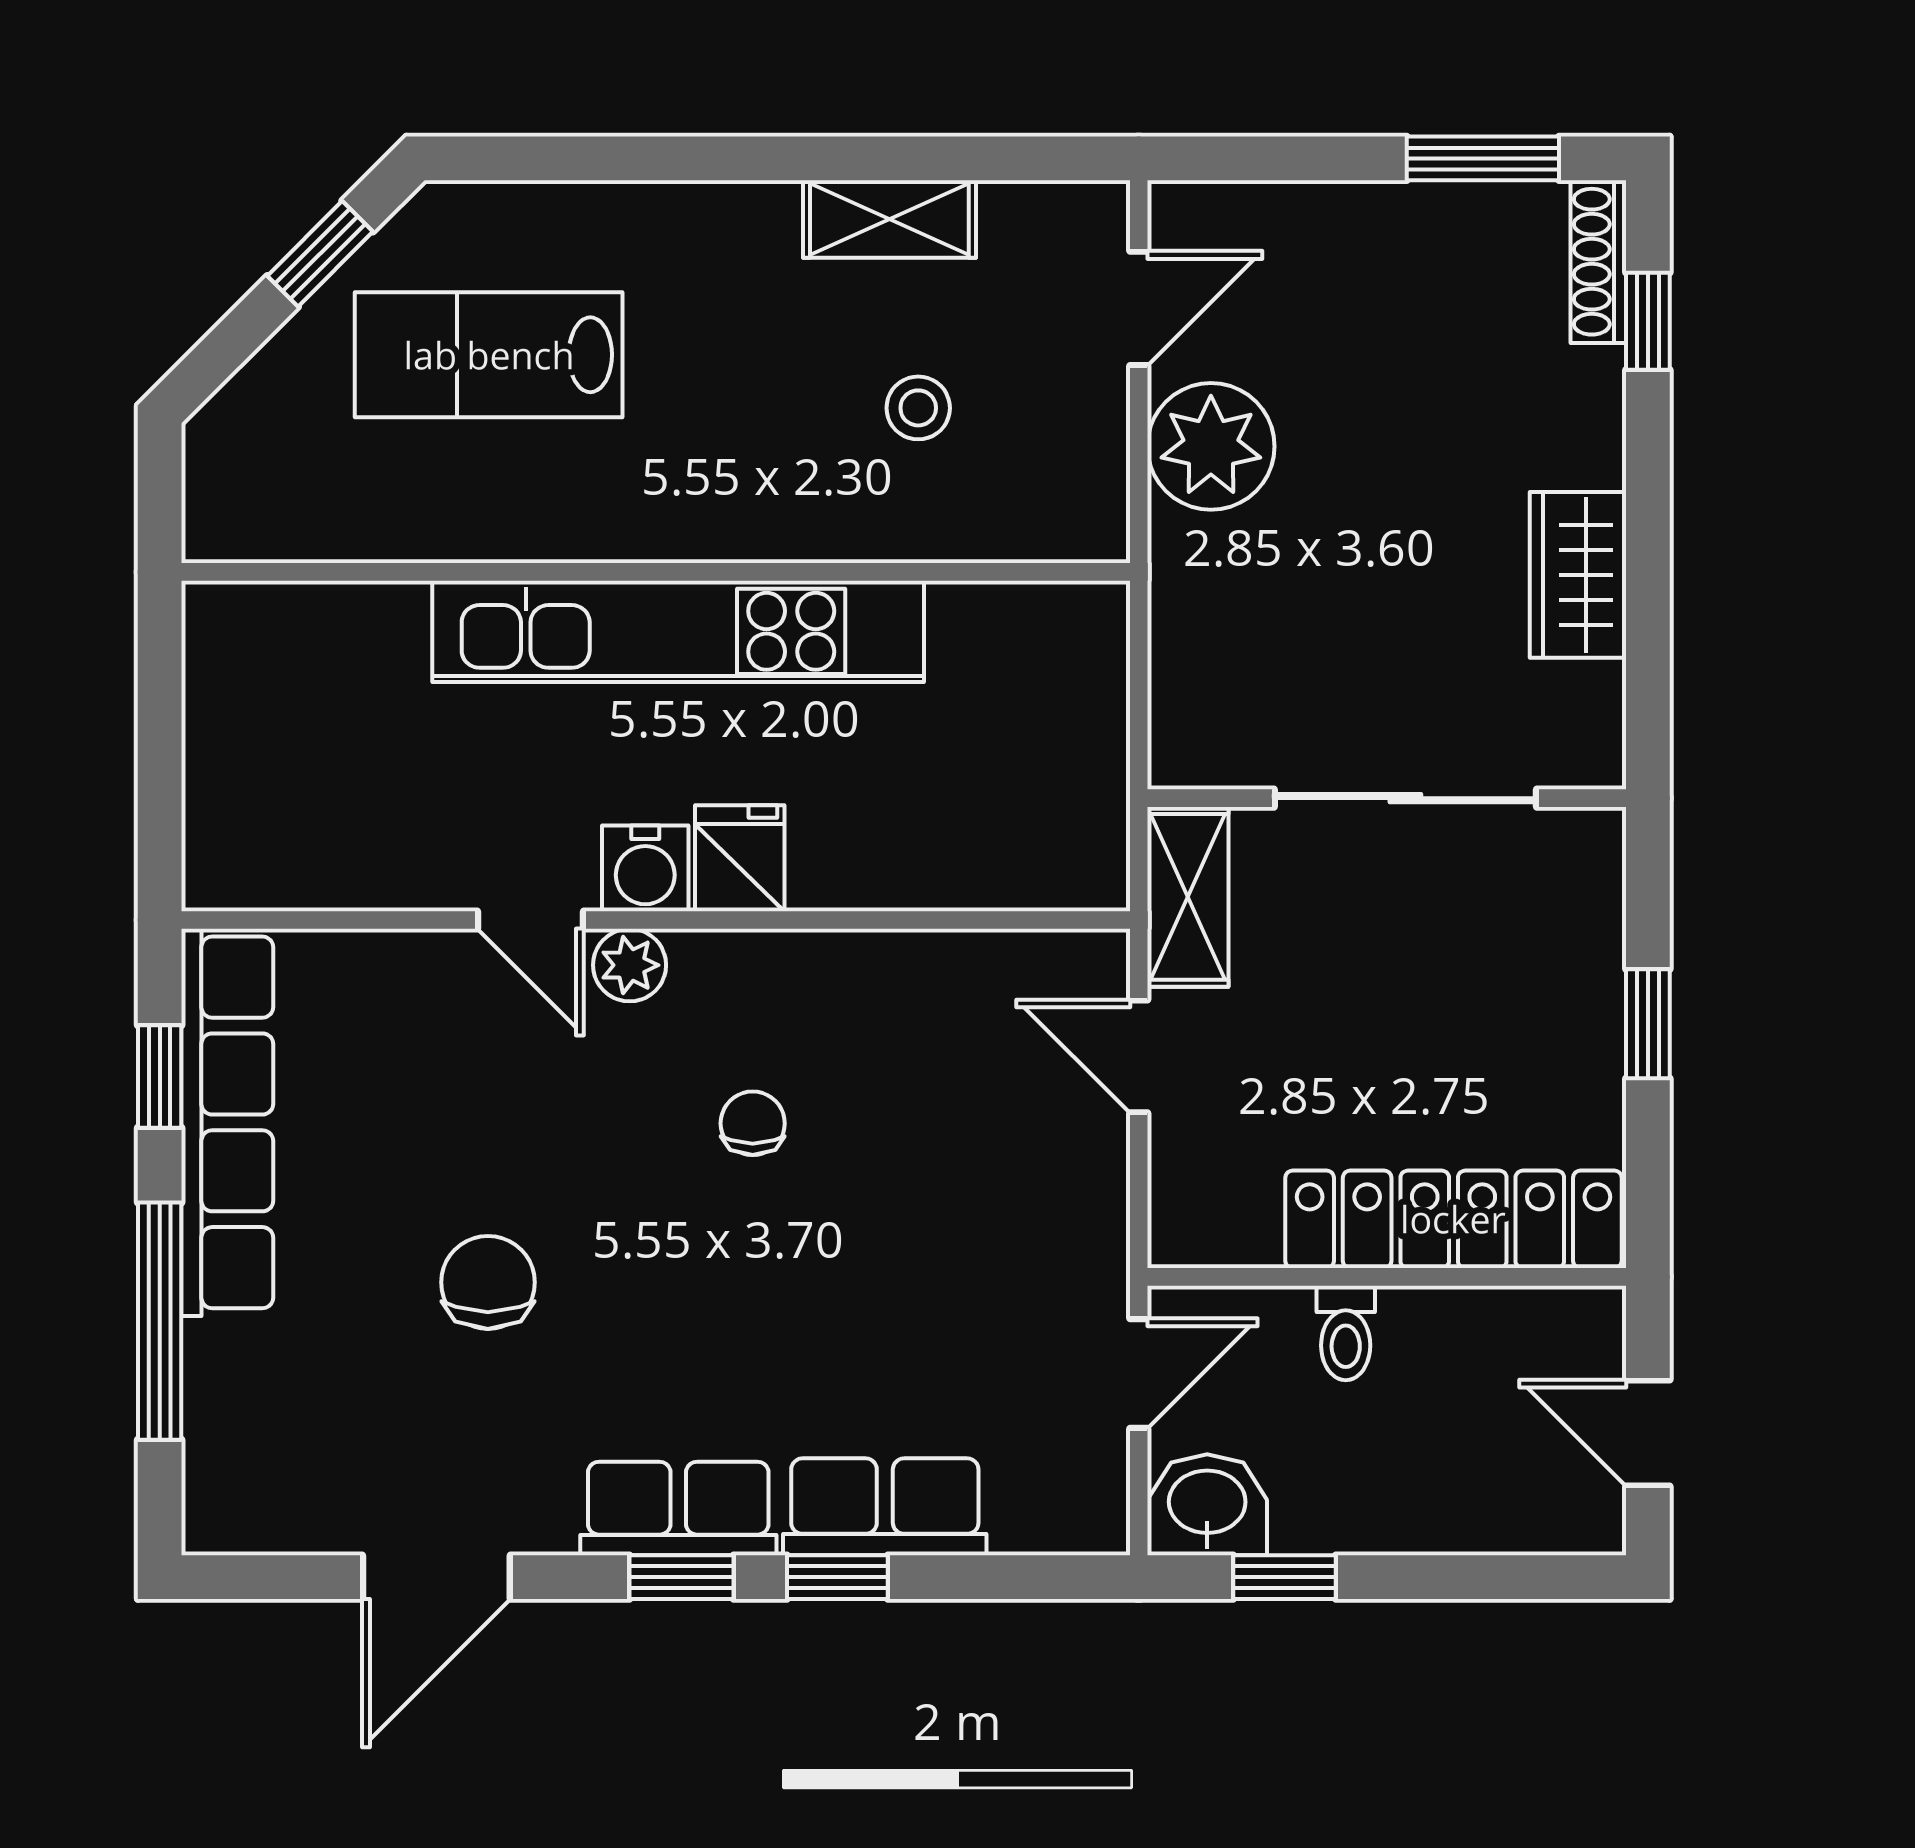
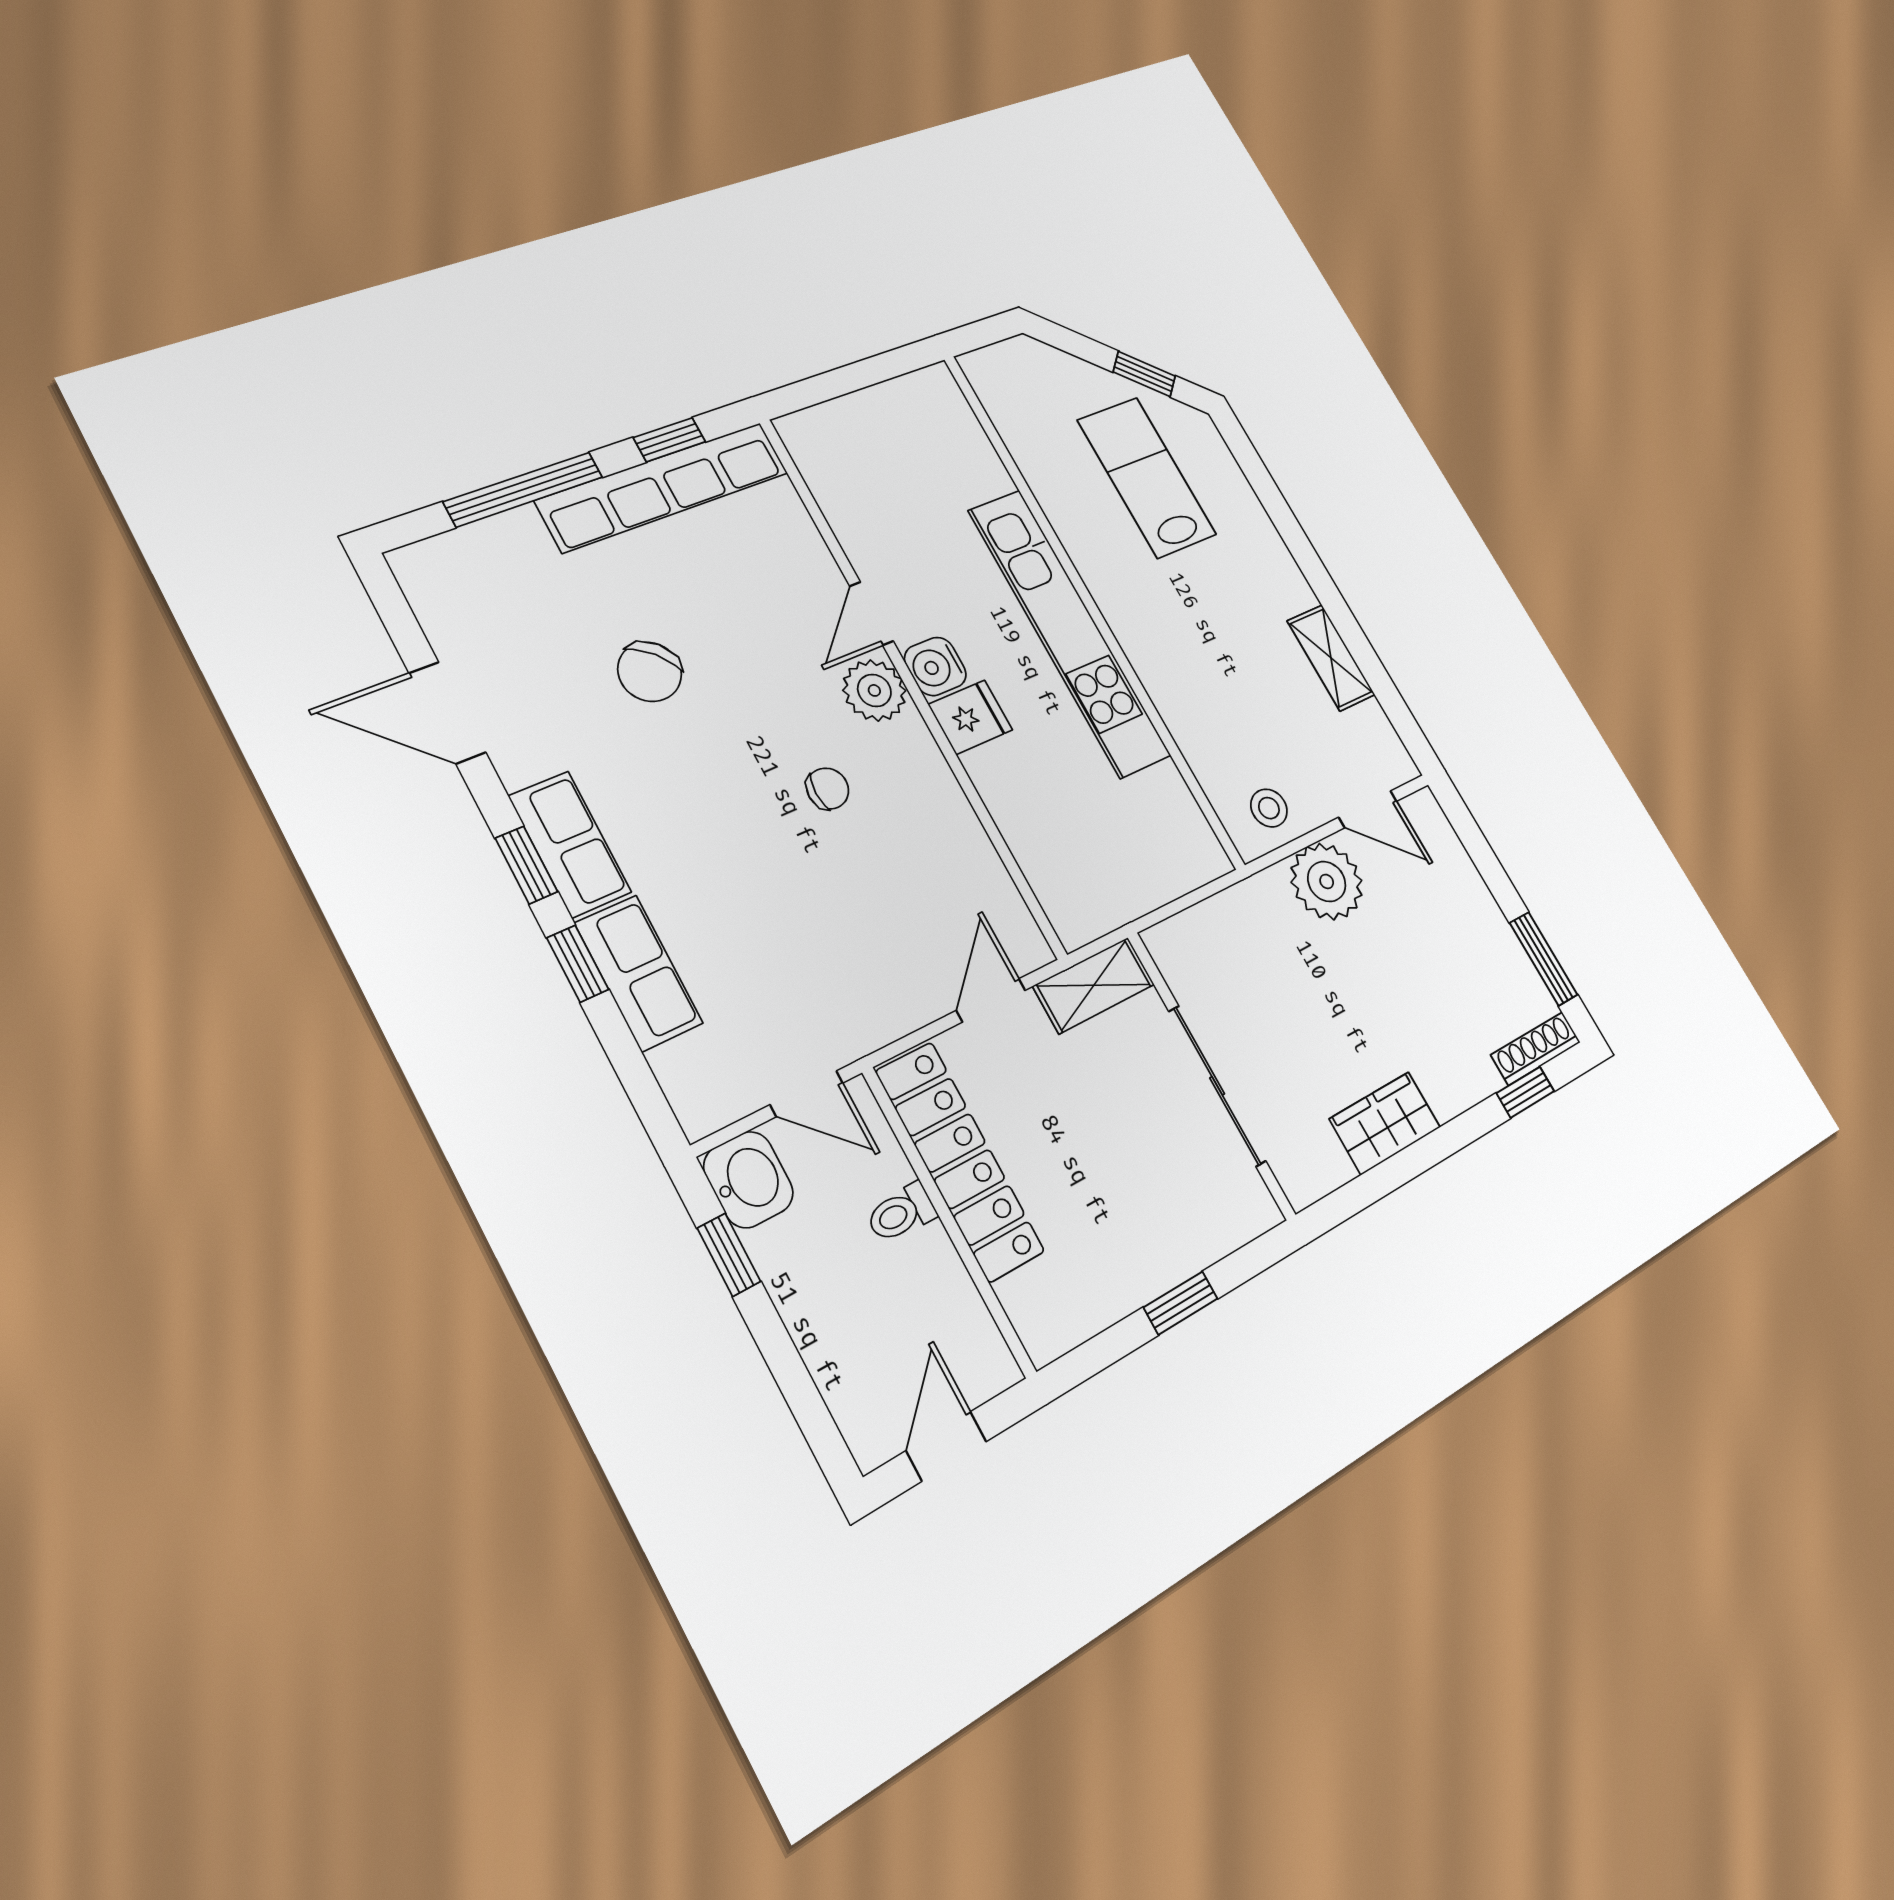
stool: (918, 408) -> (1269, 808), moved
plant: (630, 965) -> (874, 690), width x1.38, depth x1.38
locker: (1453, 1219) -> (960, 1161), moved
chair: (488, 1282) -> (650, 672), turned 135

